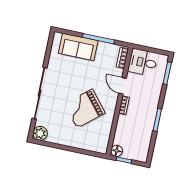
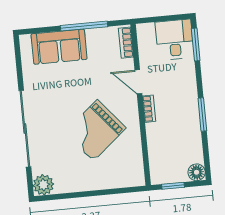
desk: (143, 62) -> (175, 40), moved, turned 90
floor lamp: (117, 151) -> (197, 172), moved

